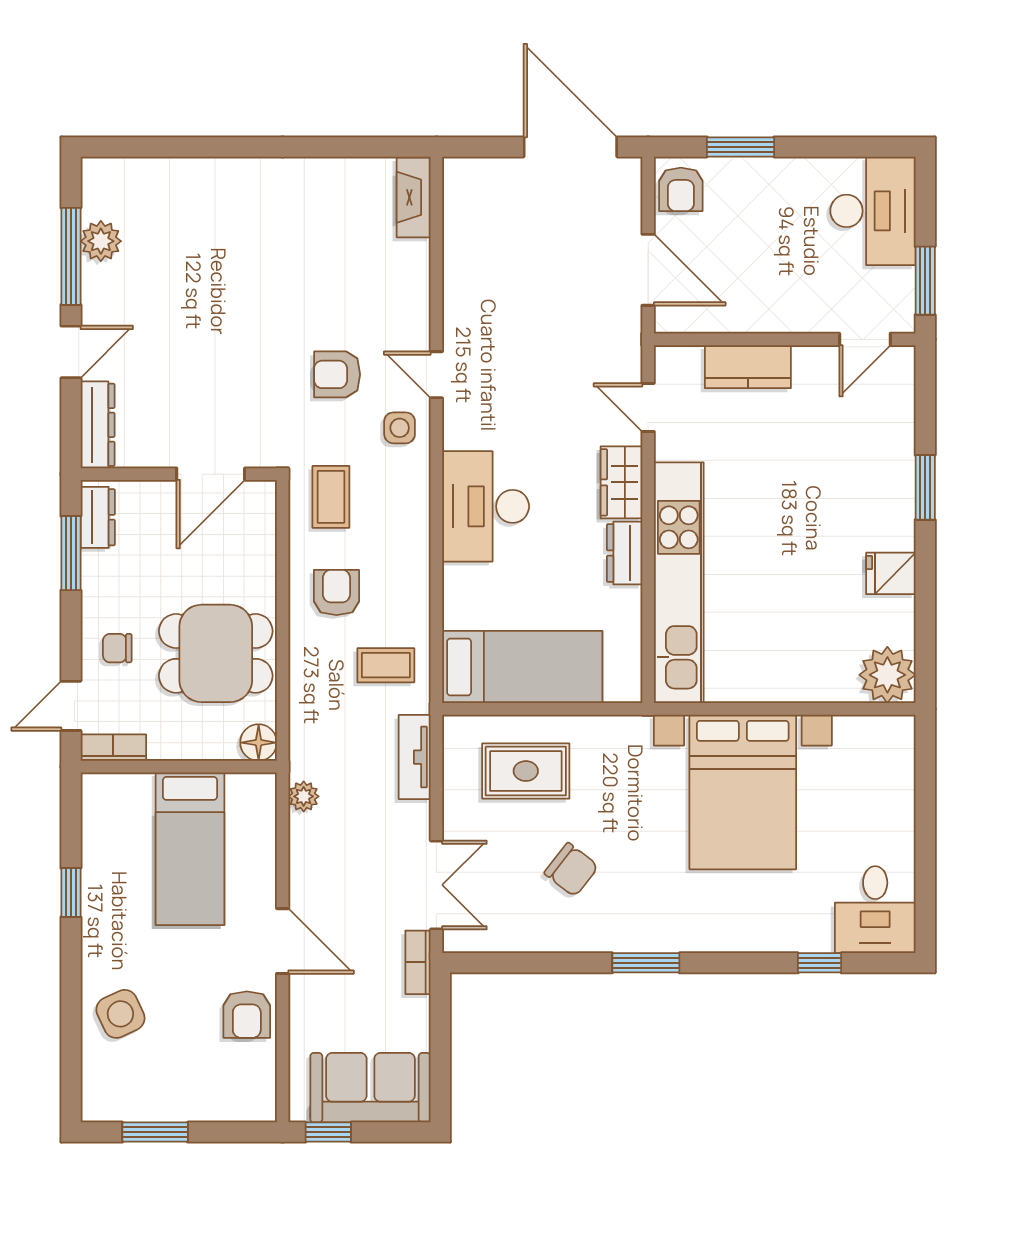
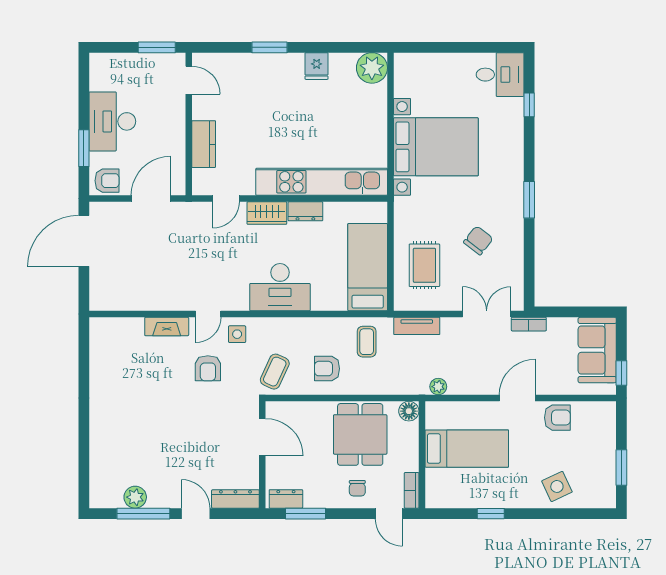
fireplace: (414, 197) -> (167, 326), moved
desk: (873, 211) -> (112, 121), moved, turned -90
coffee table: (331, 497) -> (275, 372), turned -65

